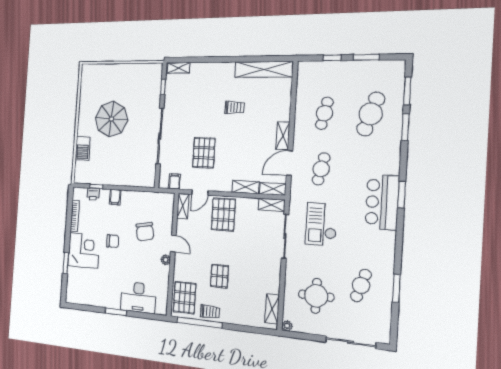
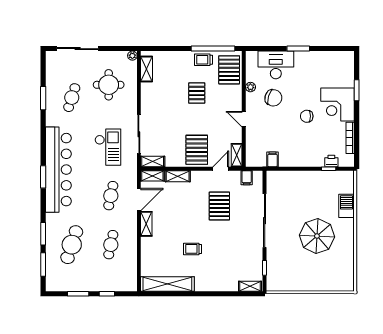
filing cabinet: (115, 197) -> (272, 159), moved
bar counter: (382, 202) -> (58, 170), width x1.86
chair: (145, 232) -> (273, 98), moved, turned 117
plant: (166, 260) -> (250, 87), moved

